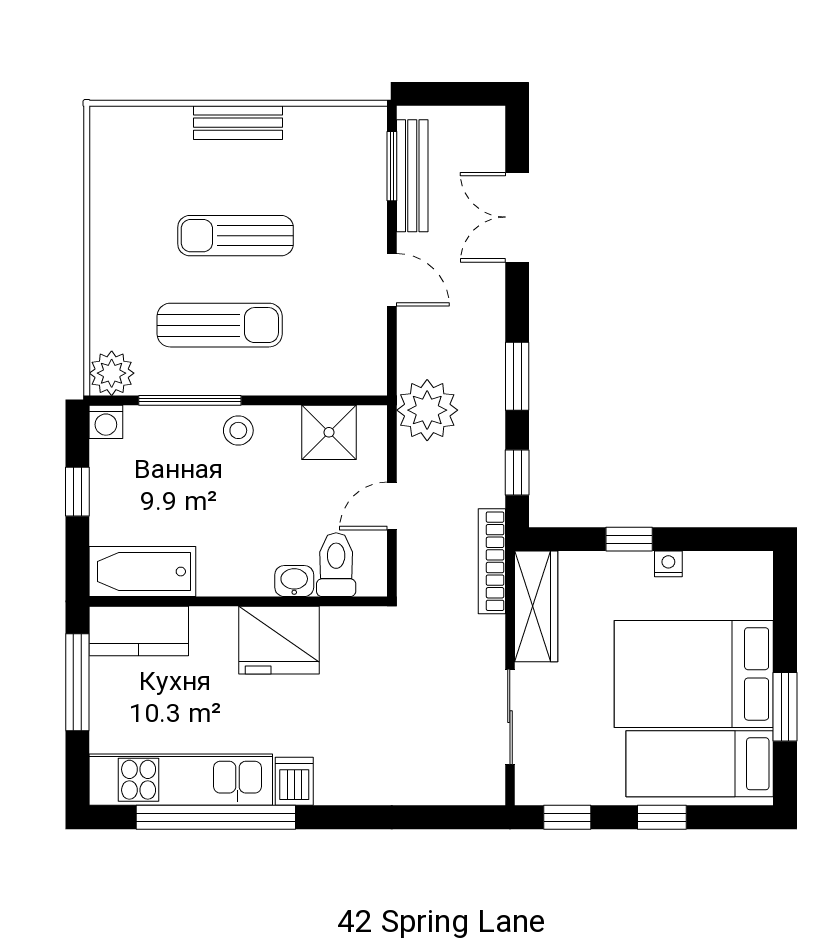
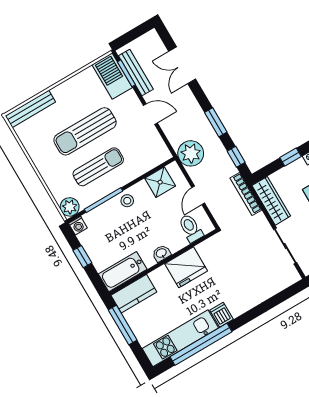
bench: (238, 123) -> (30, 109), moved, width x1.36
barbecue: (359, 154) -> (112, 76), added
sun lounger: (236, 236) -> (85, 131), width x1.36, depth x1.34
washbasin: (294, 581) -> (161, 253), moved

